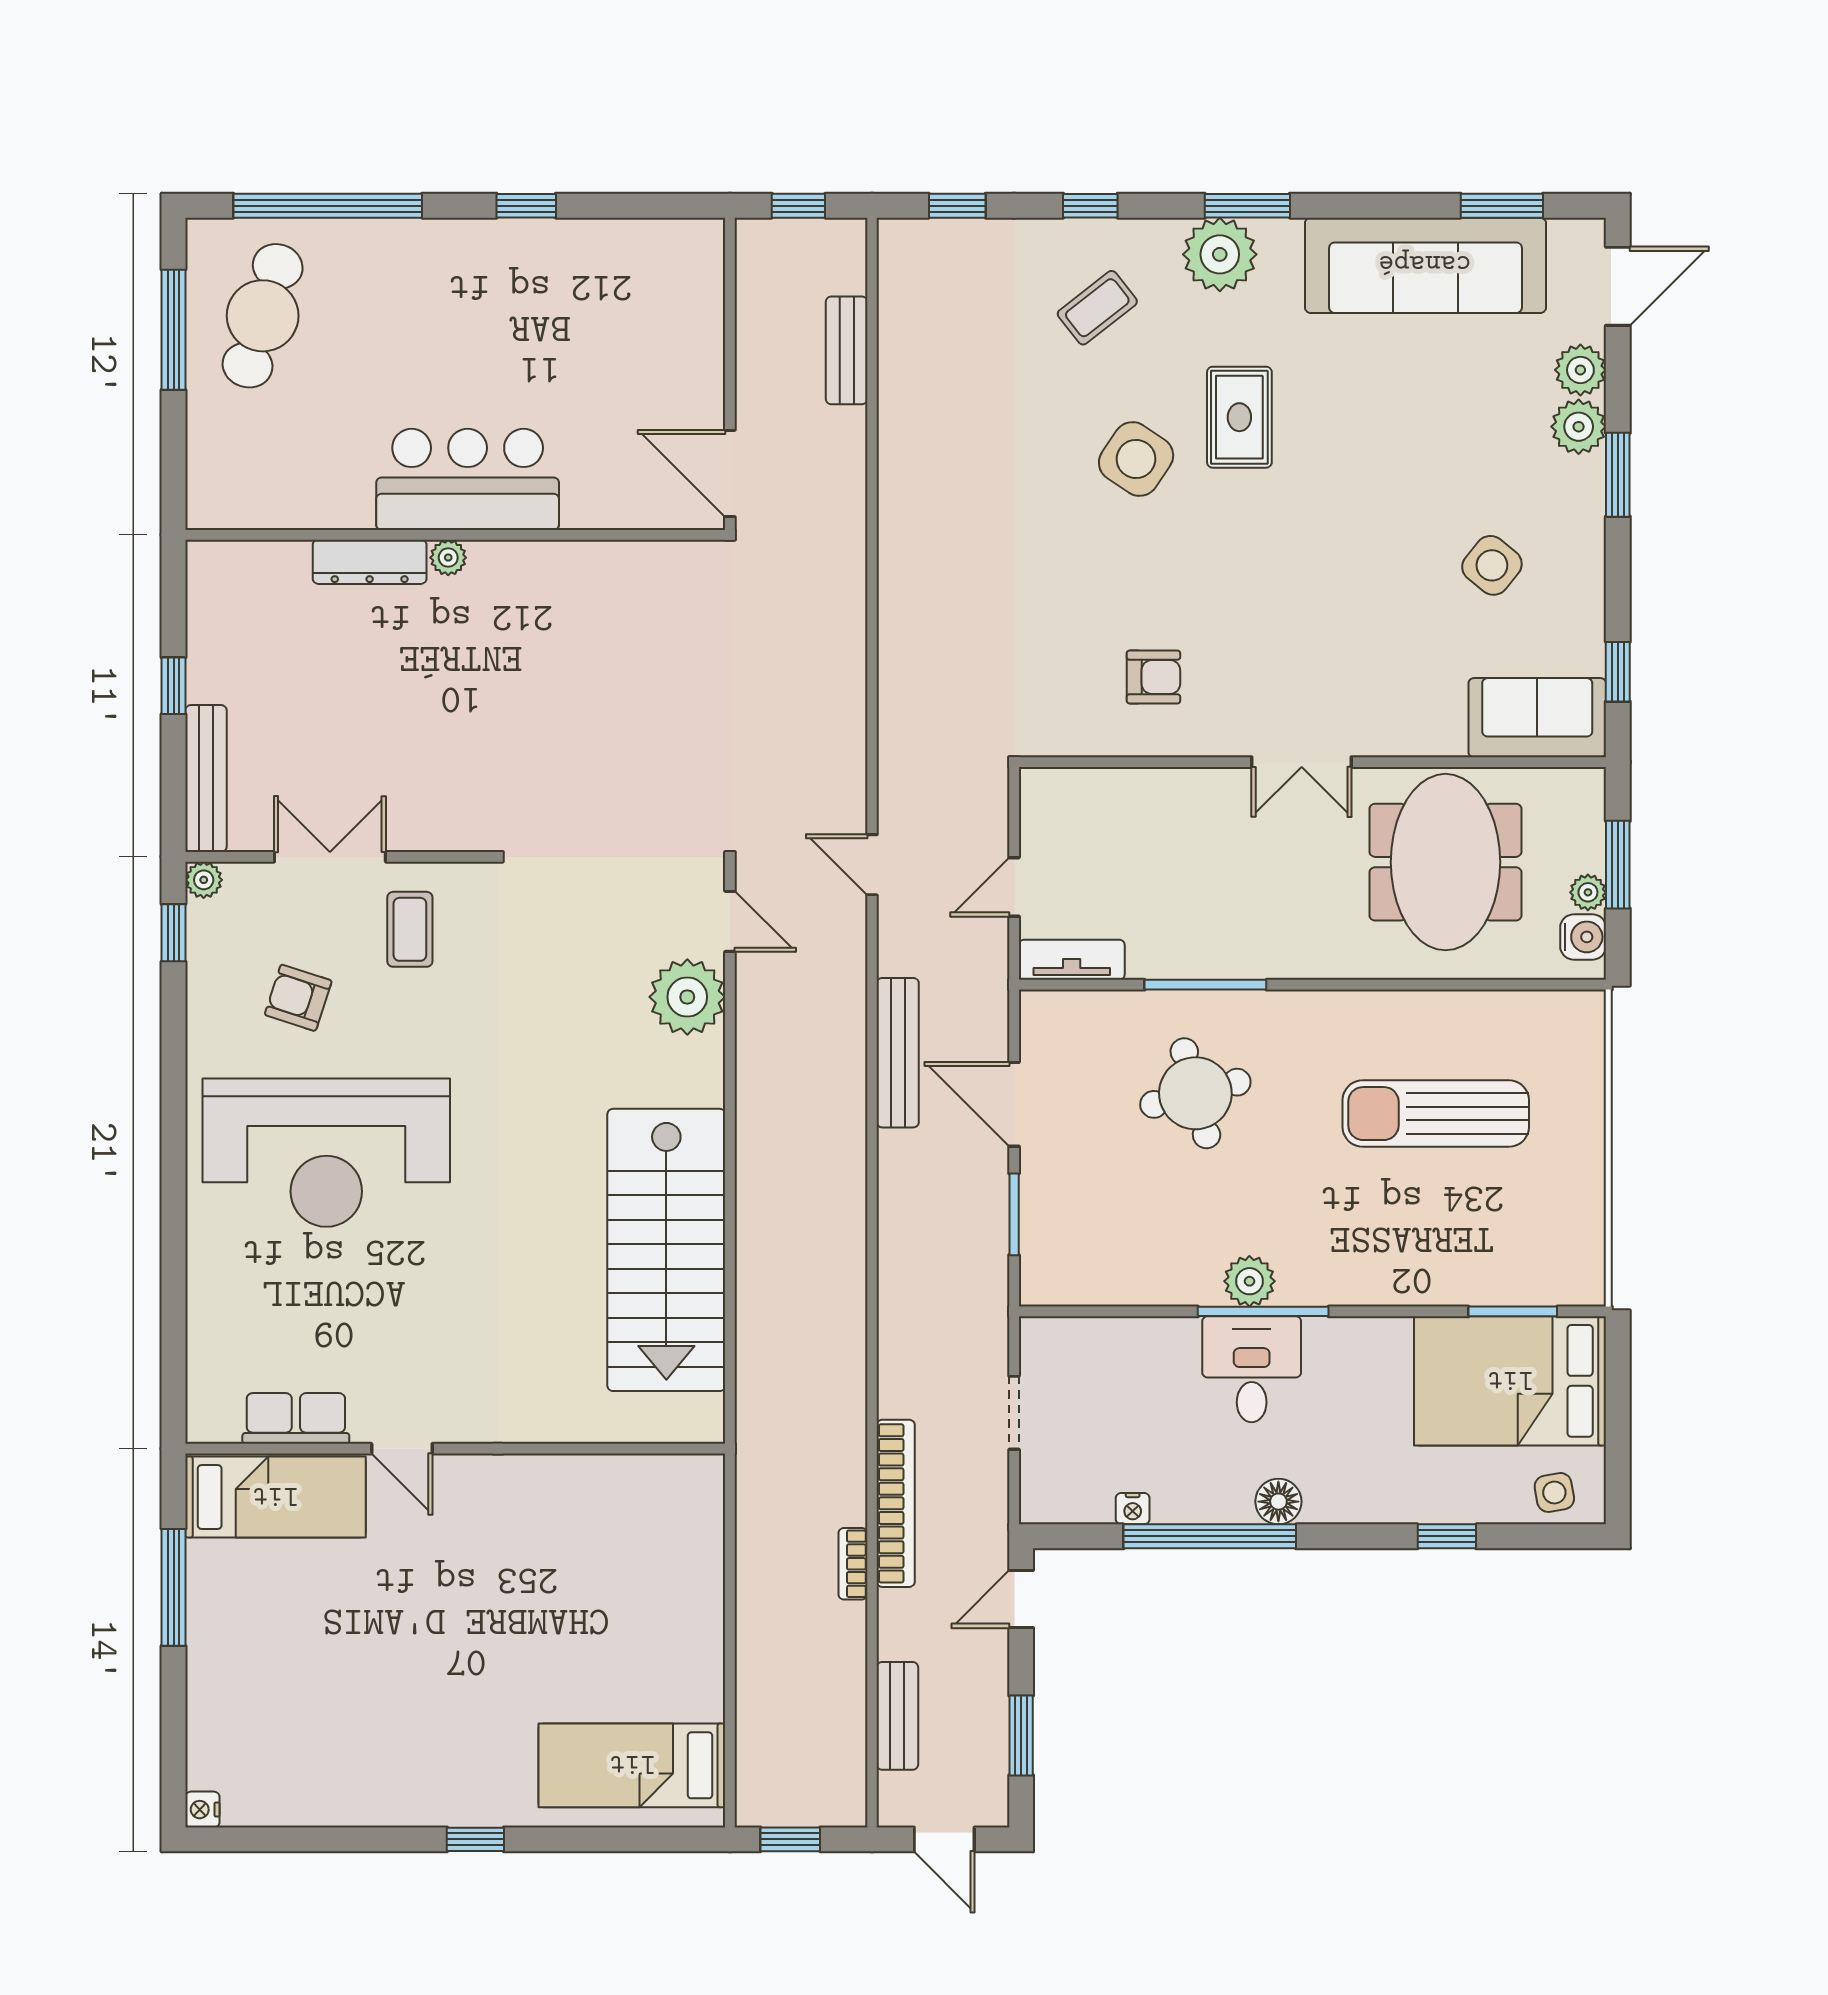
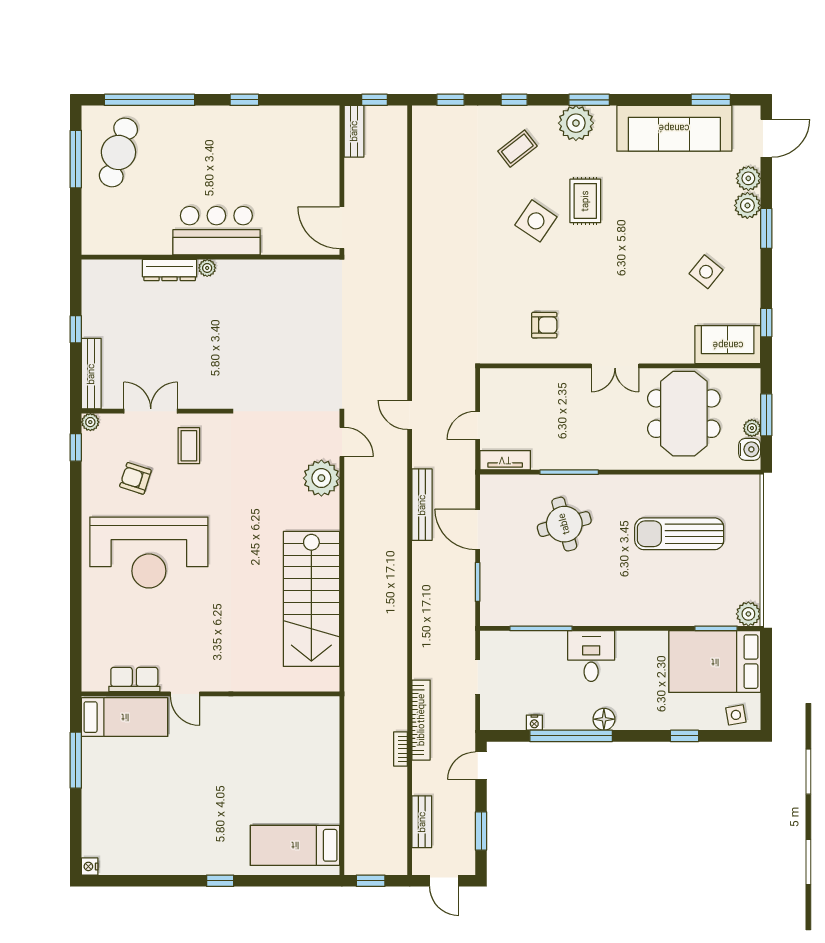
bench: (847, 350) -> (354, 131), moved
plant: (1249, 1281) -> (748, 614), moved
window: (1263, 1311) -> (541, 628), moved

